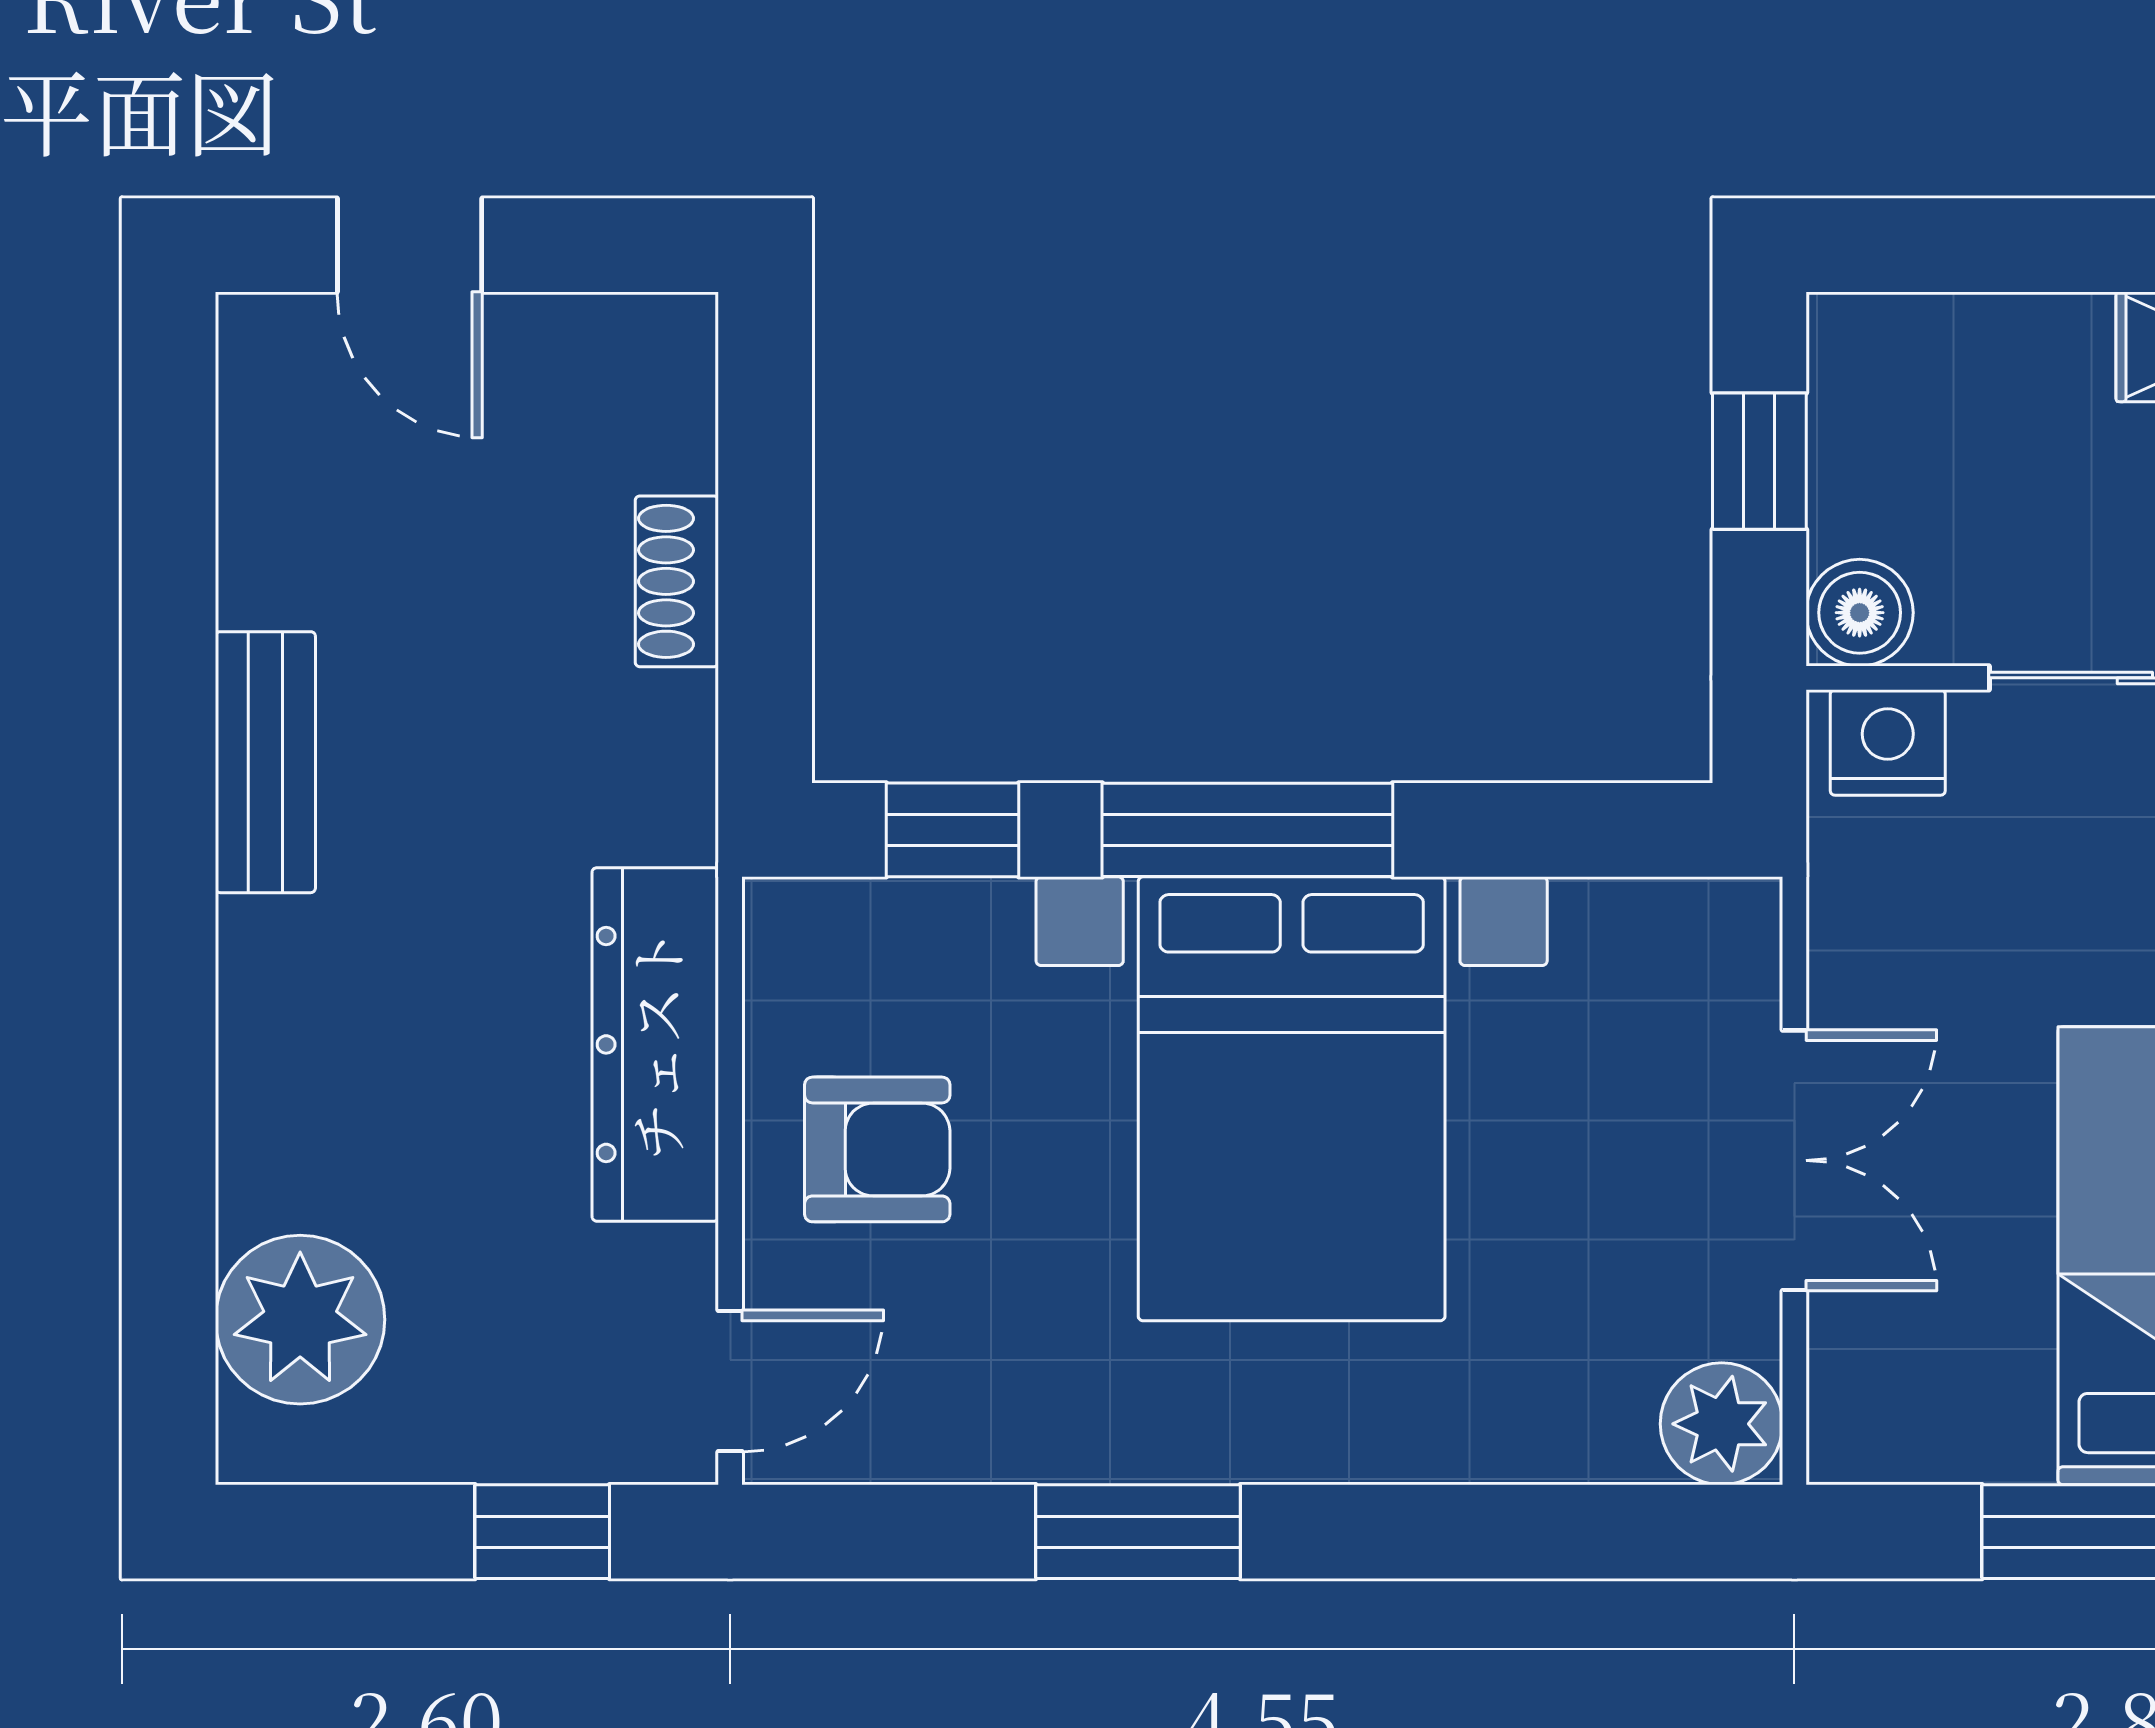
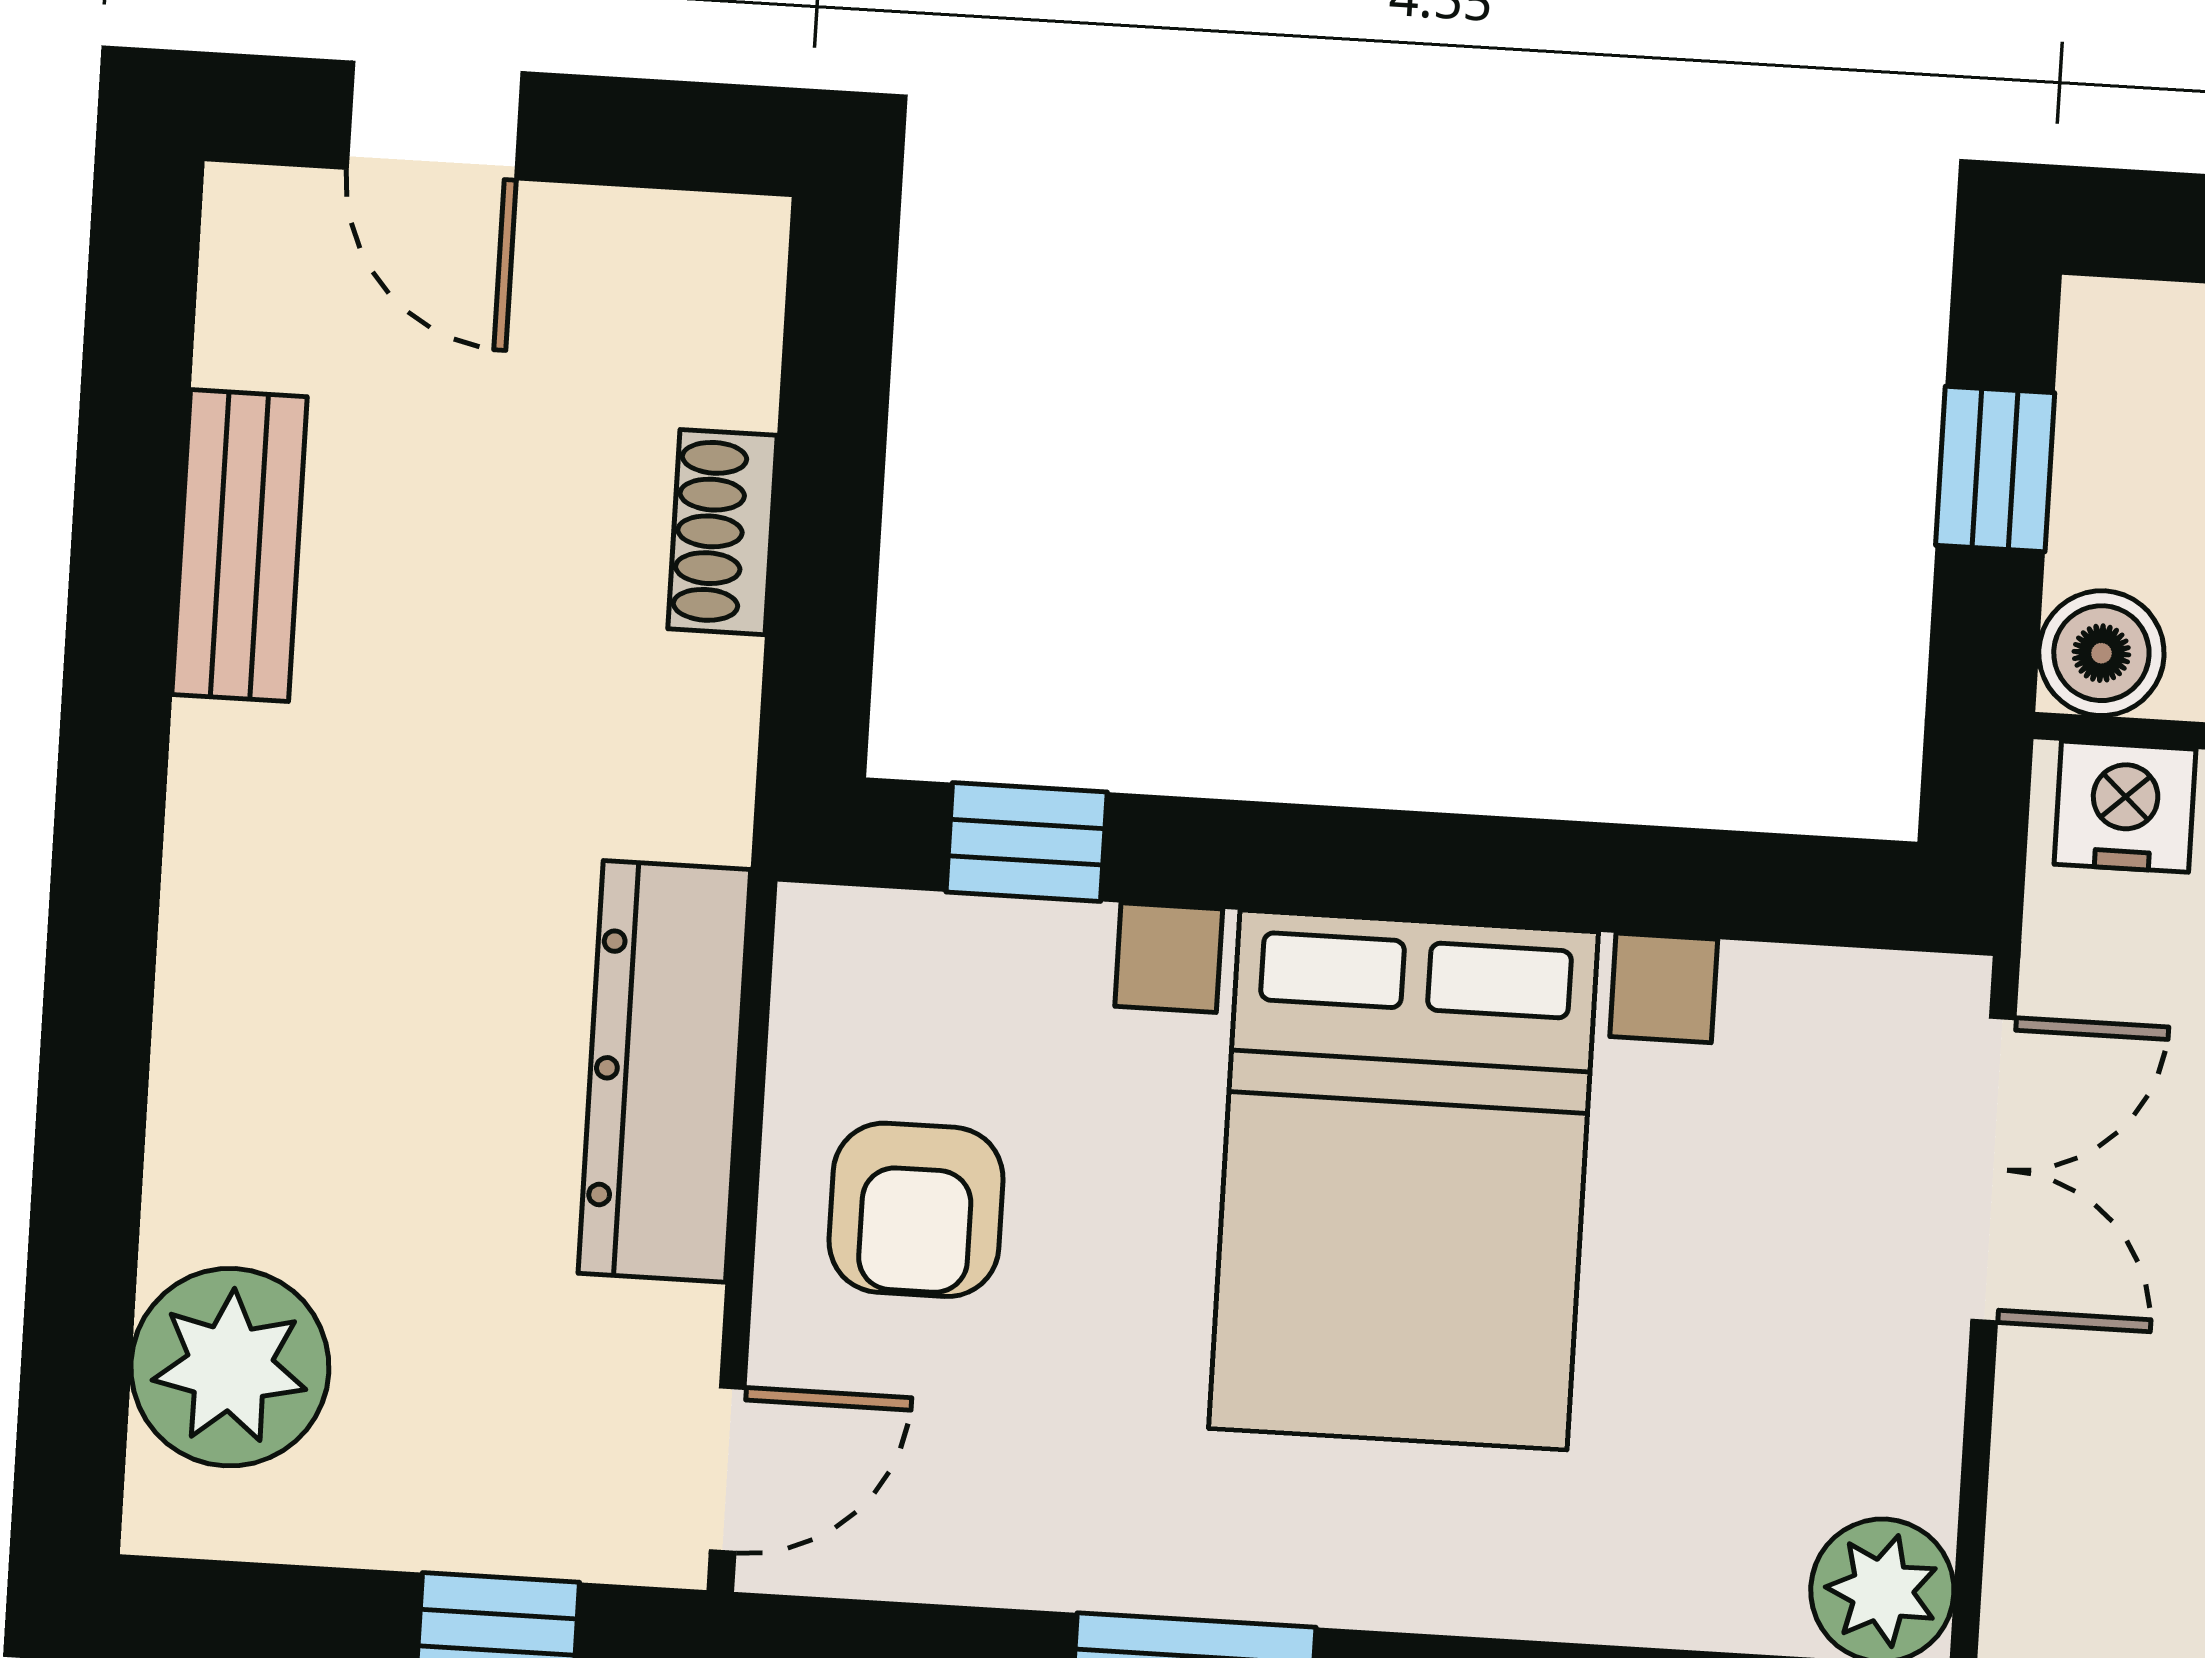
bench: (265, 762) -> (239, 546), moved
window: (1247, 830) -> (1371, 863), removed
armchair: (877, 1149) -> (916, 1210), turned 90
double door: (1794, 1160) -> (1993, 1169), moved

